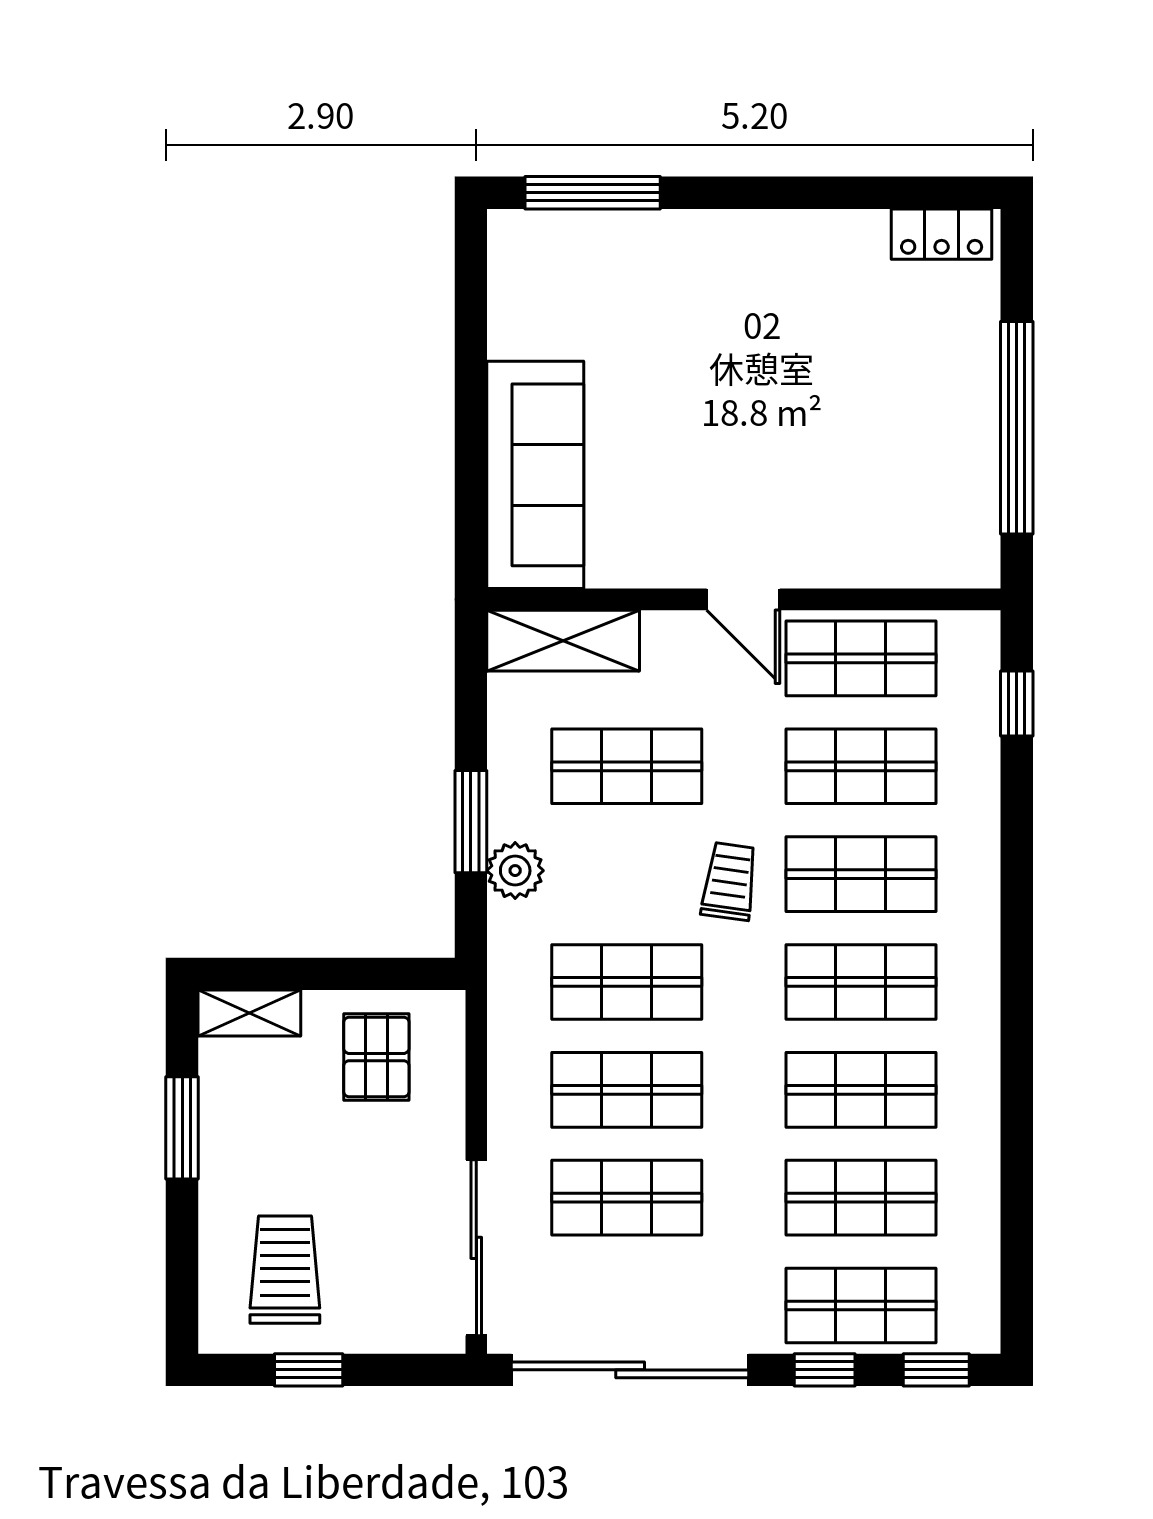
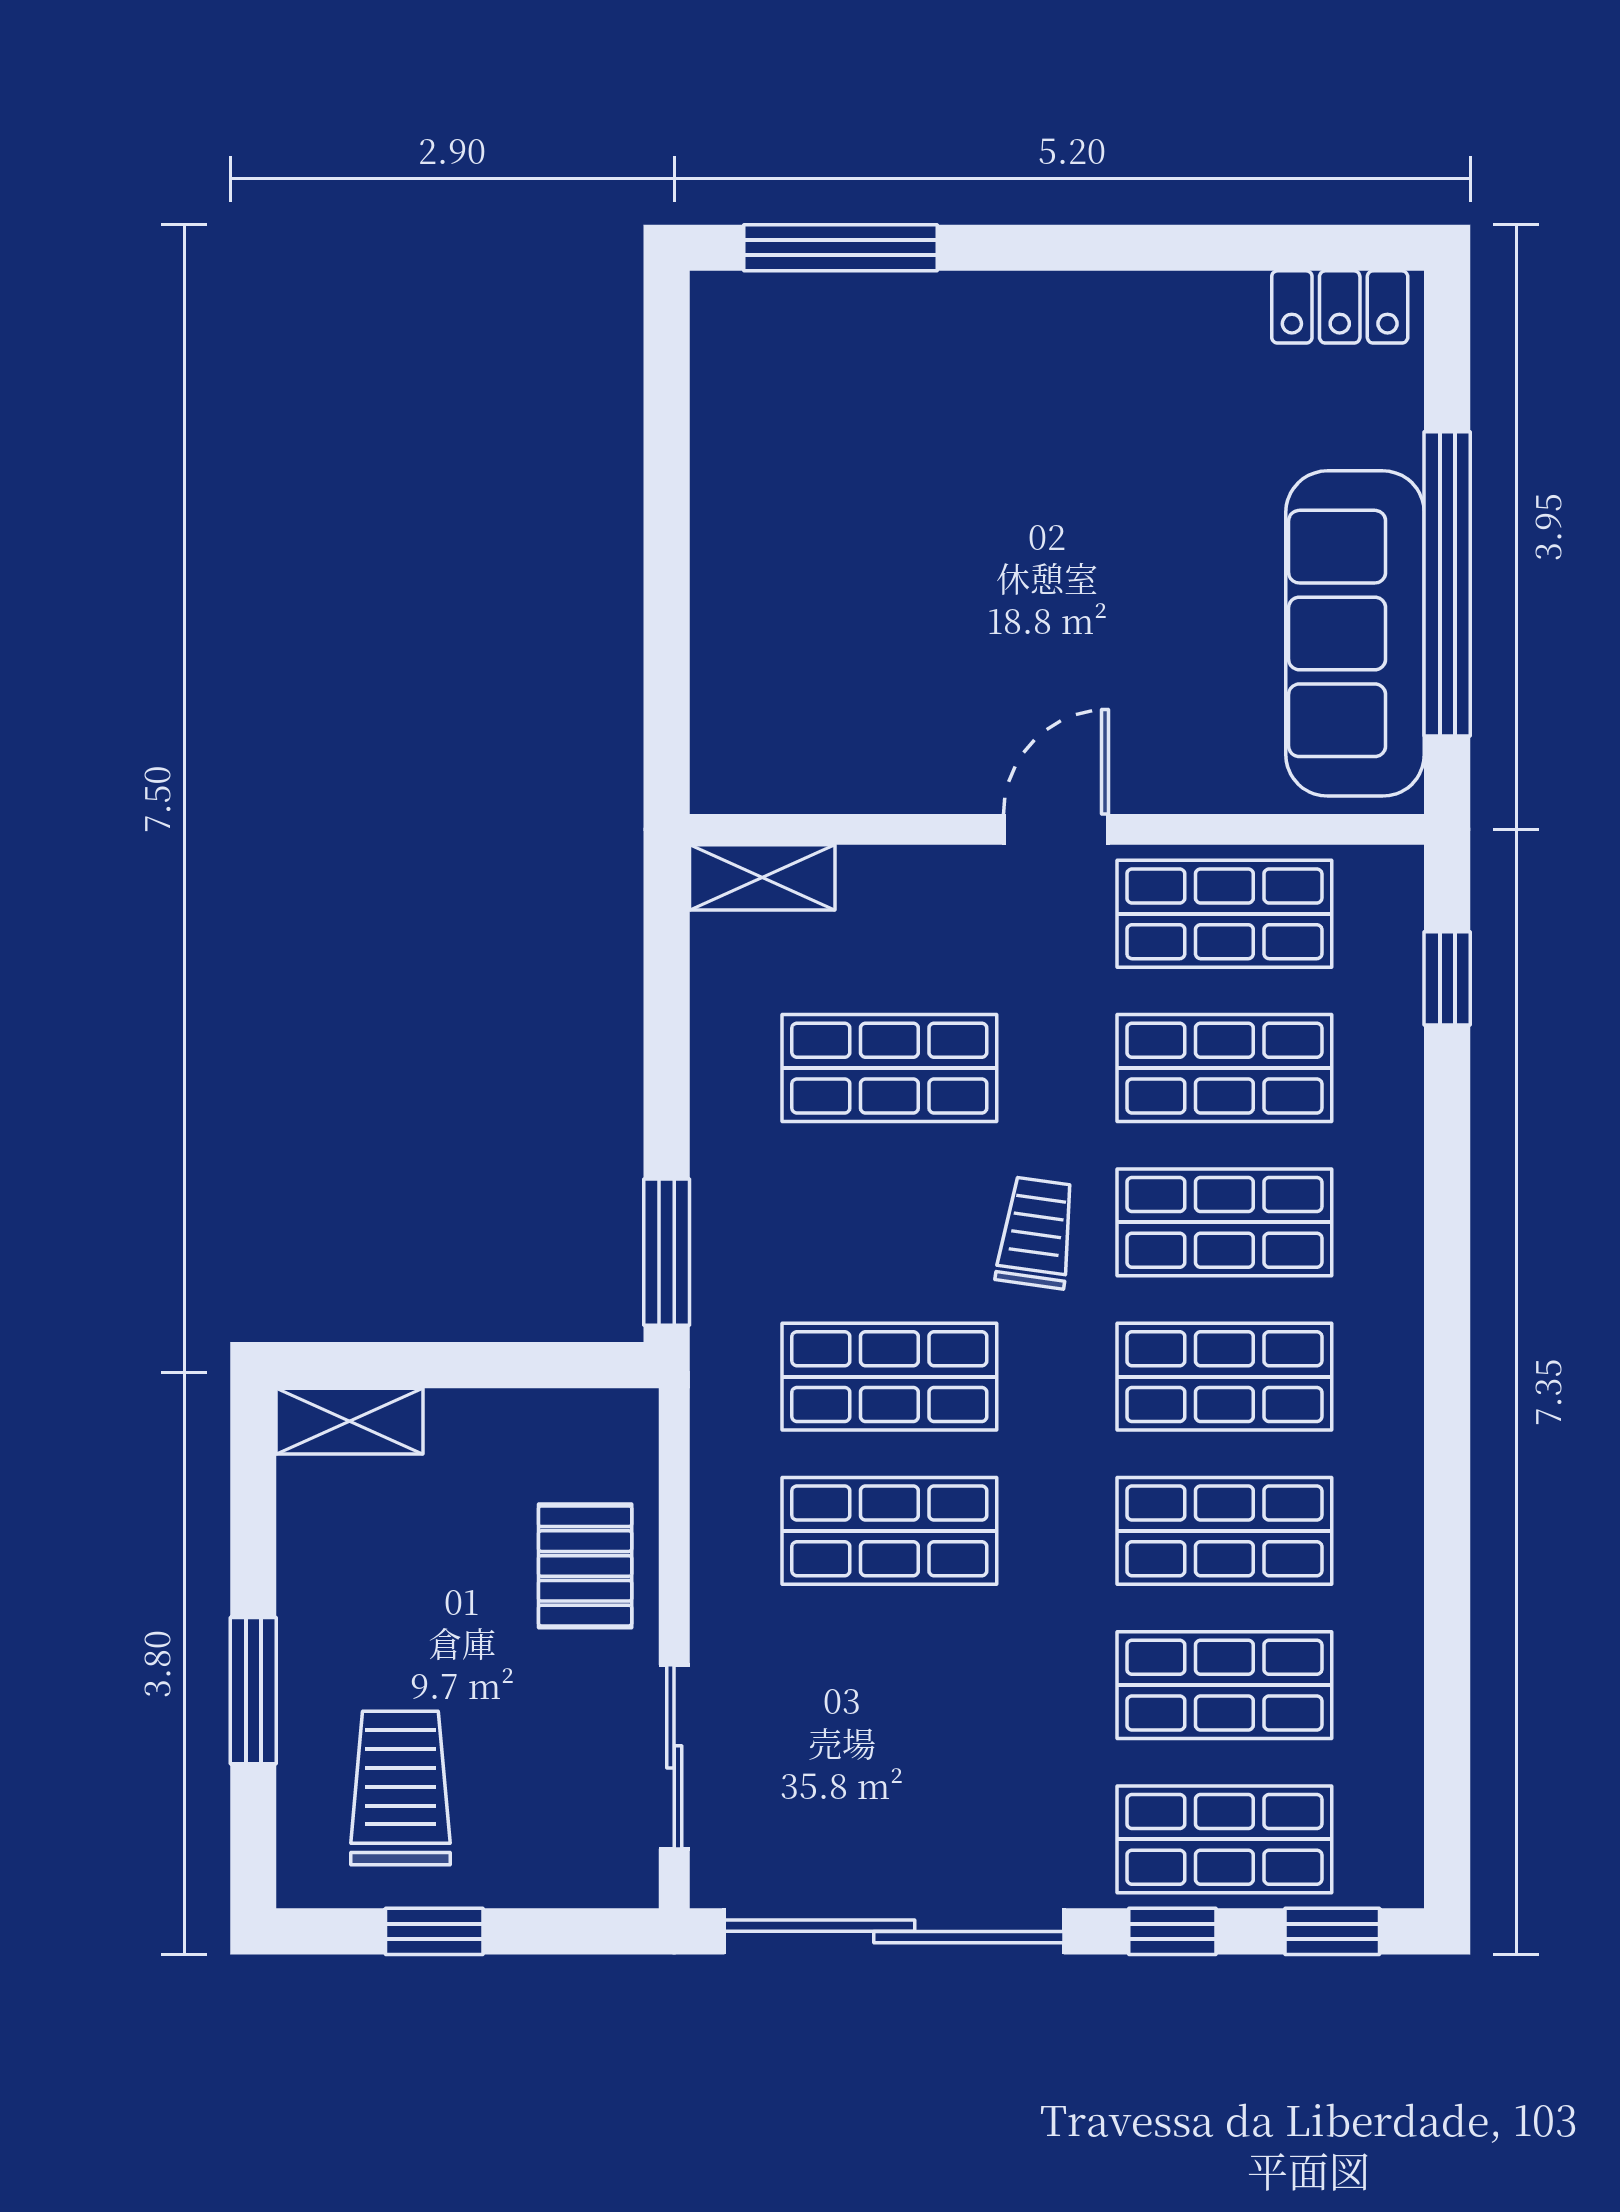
sofa: (535, 475) -> (1355, 633), moved, turned 180
door: (743, 599) -> (1056, 829), swing flipped
shelving: (563, 641) -> (762, 877), width x0.67, depth x0.75
window: (471, 822) -> (667, 1252), moved
plant: (515, 871) -> (730, 1217), removed
pallet: (376, 1057) -> (585, 1566), moved
window: (182, 1128) -> (253, 1691), moved
shop shelf: (627, 1198) -> (889, 1685), removed
sliding door: (476, 1248) -> (674, 1757), width x0.73

